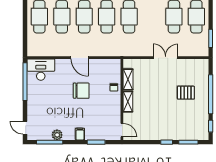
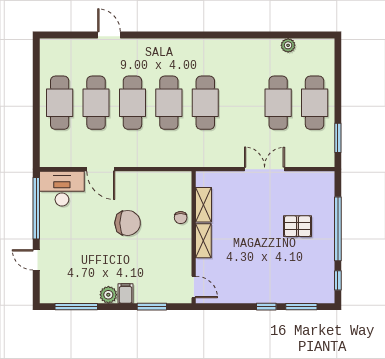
door: (80, 58) -> (101, 169), moved
door: (25, 128) -> (36, 260), moved
plant: (57, 135) -> (108, 295), moved

